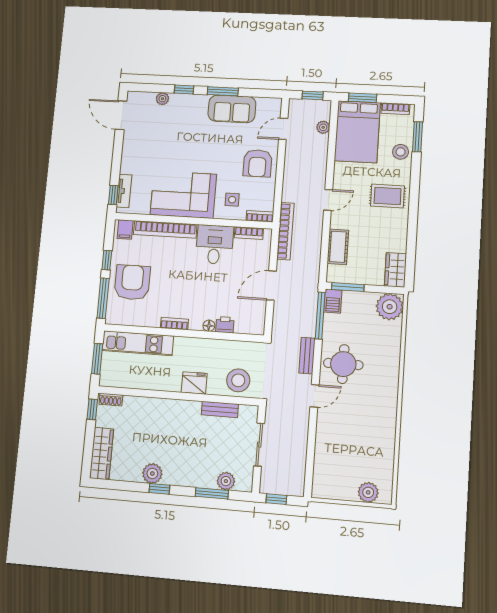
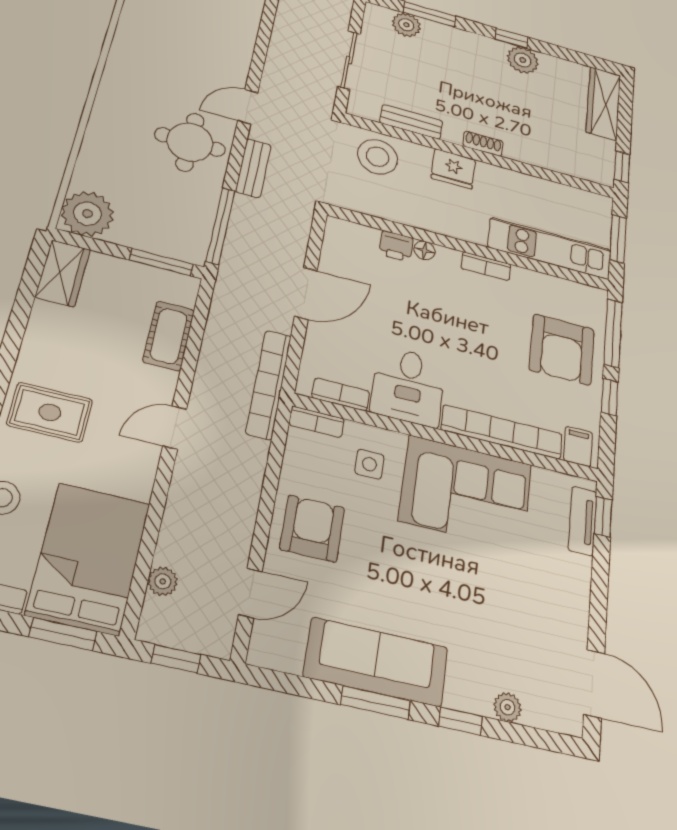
sofa: (232, 109) -> (376, 662), width x1.36
barbecue: (333, 301) -> (193, 244), removed
shoe rack: (111, 400) -> (483, 144), moved

